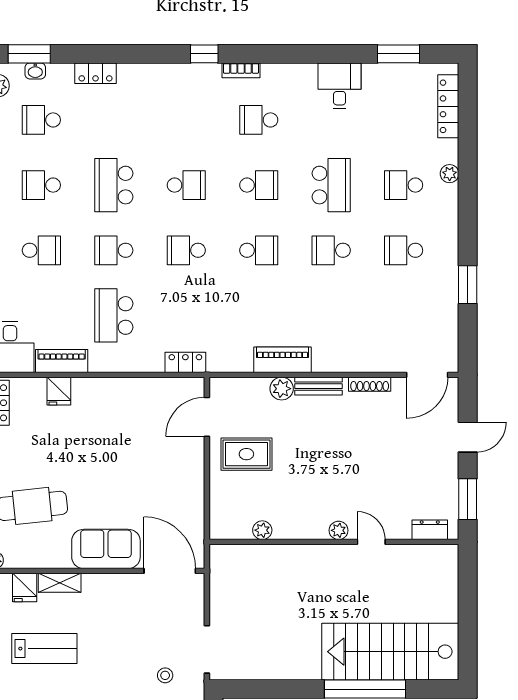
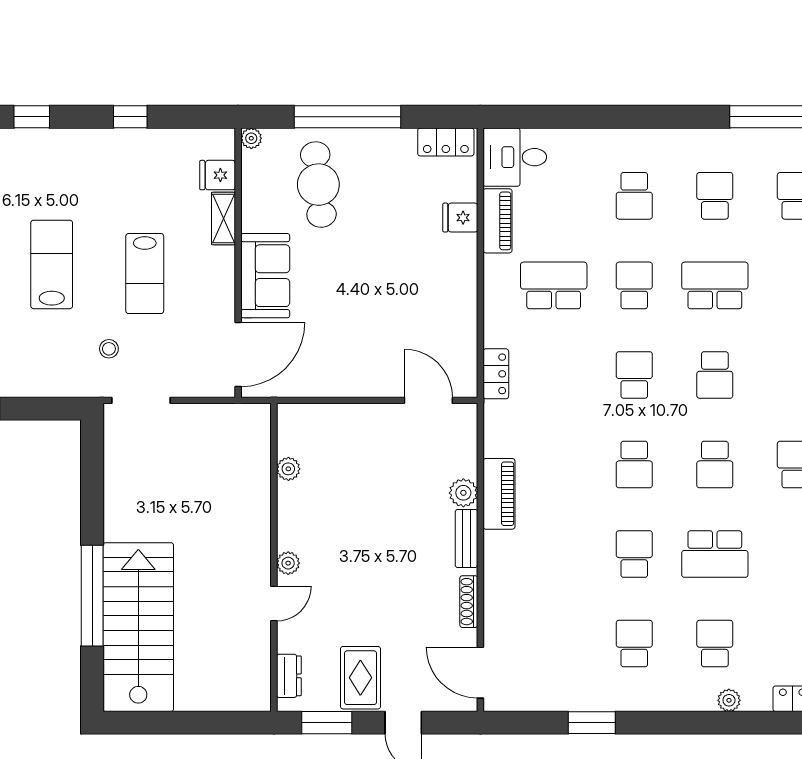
rug: (246, 454) -> (360, 678), moved
lab bench: (44, 649) -> (145, 274), moved

